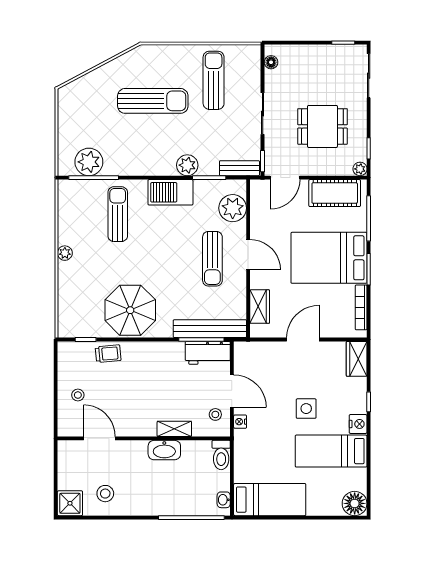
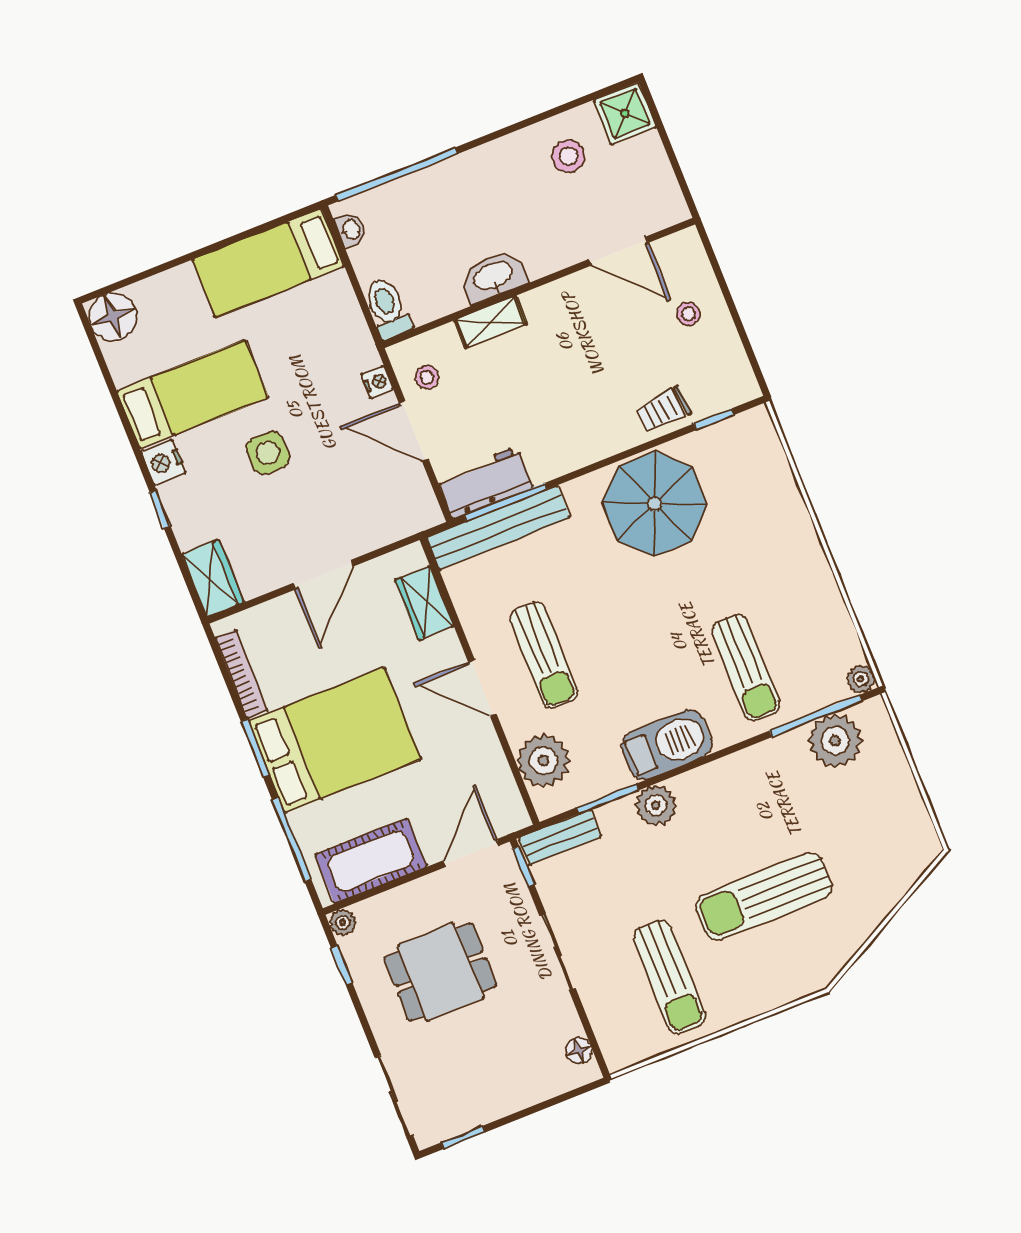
plant: (65, 253) -> (861, 679), moved
sun lounger: (212, 259) -> (544, 655), turned 180

